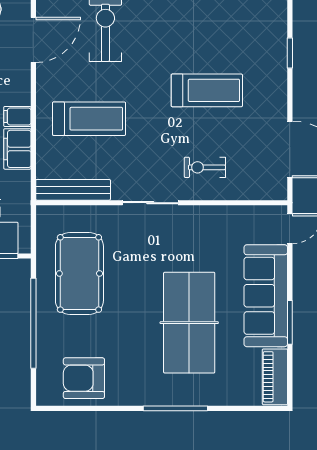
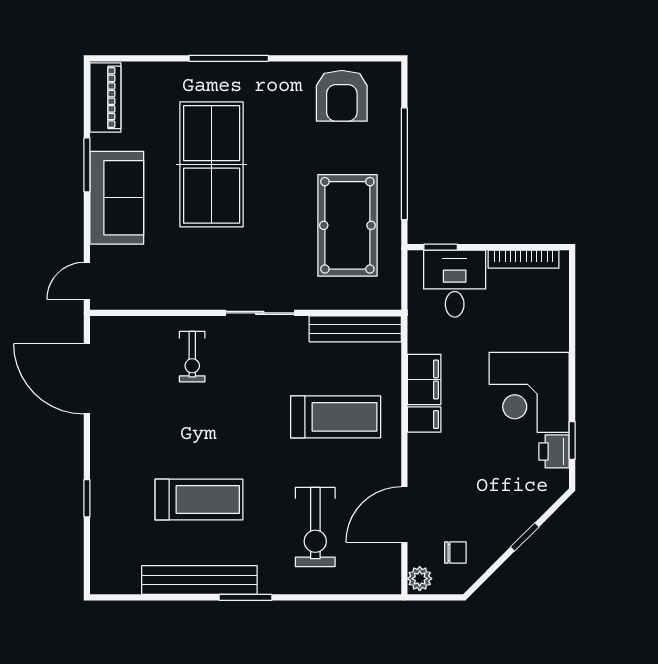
treadmill: (207, 90) -> (199, 500), moved, turned 180
treadmill: (89, 119) -> (336, 417), turned 180
exercise bike: (205, 167) -> (192, 357), turned 90
sofa: (266, 296) -> (117, 198), width x0.73
armchair: (84, 378) -> (342, 96), turned 90

